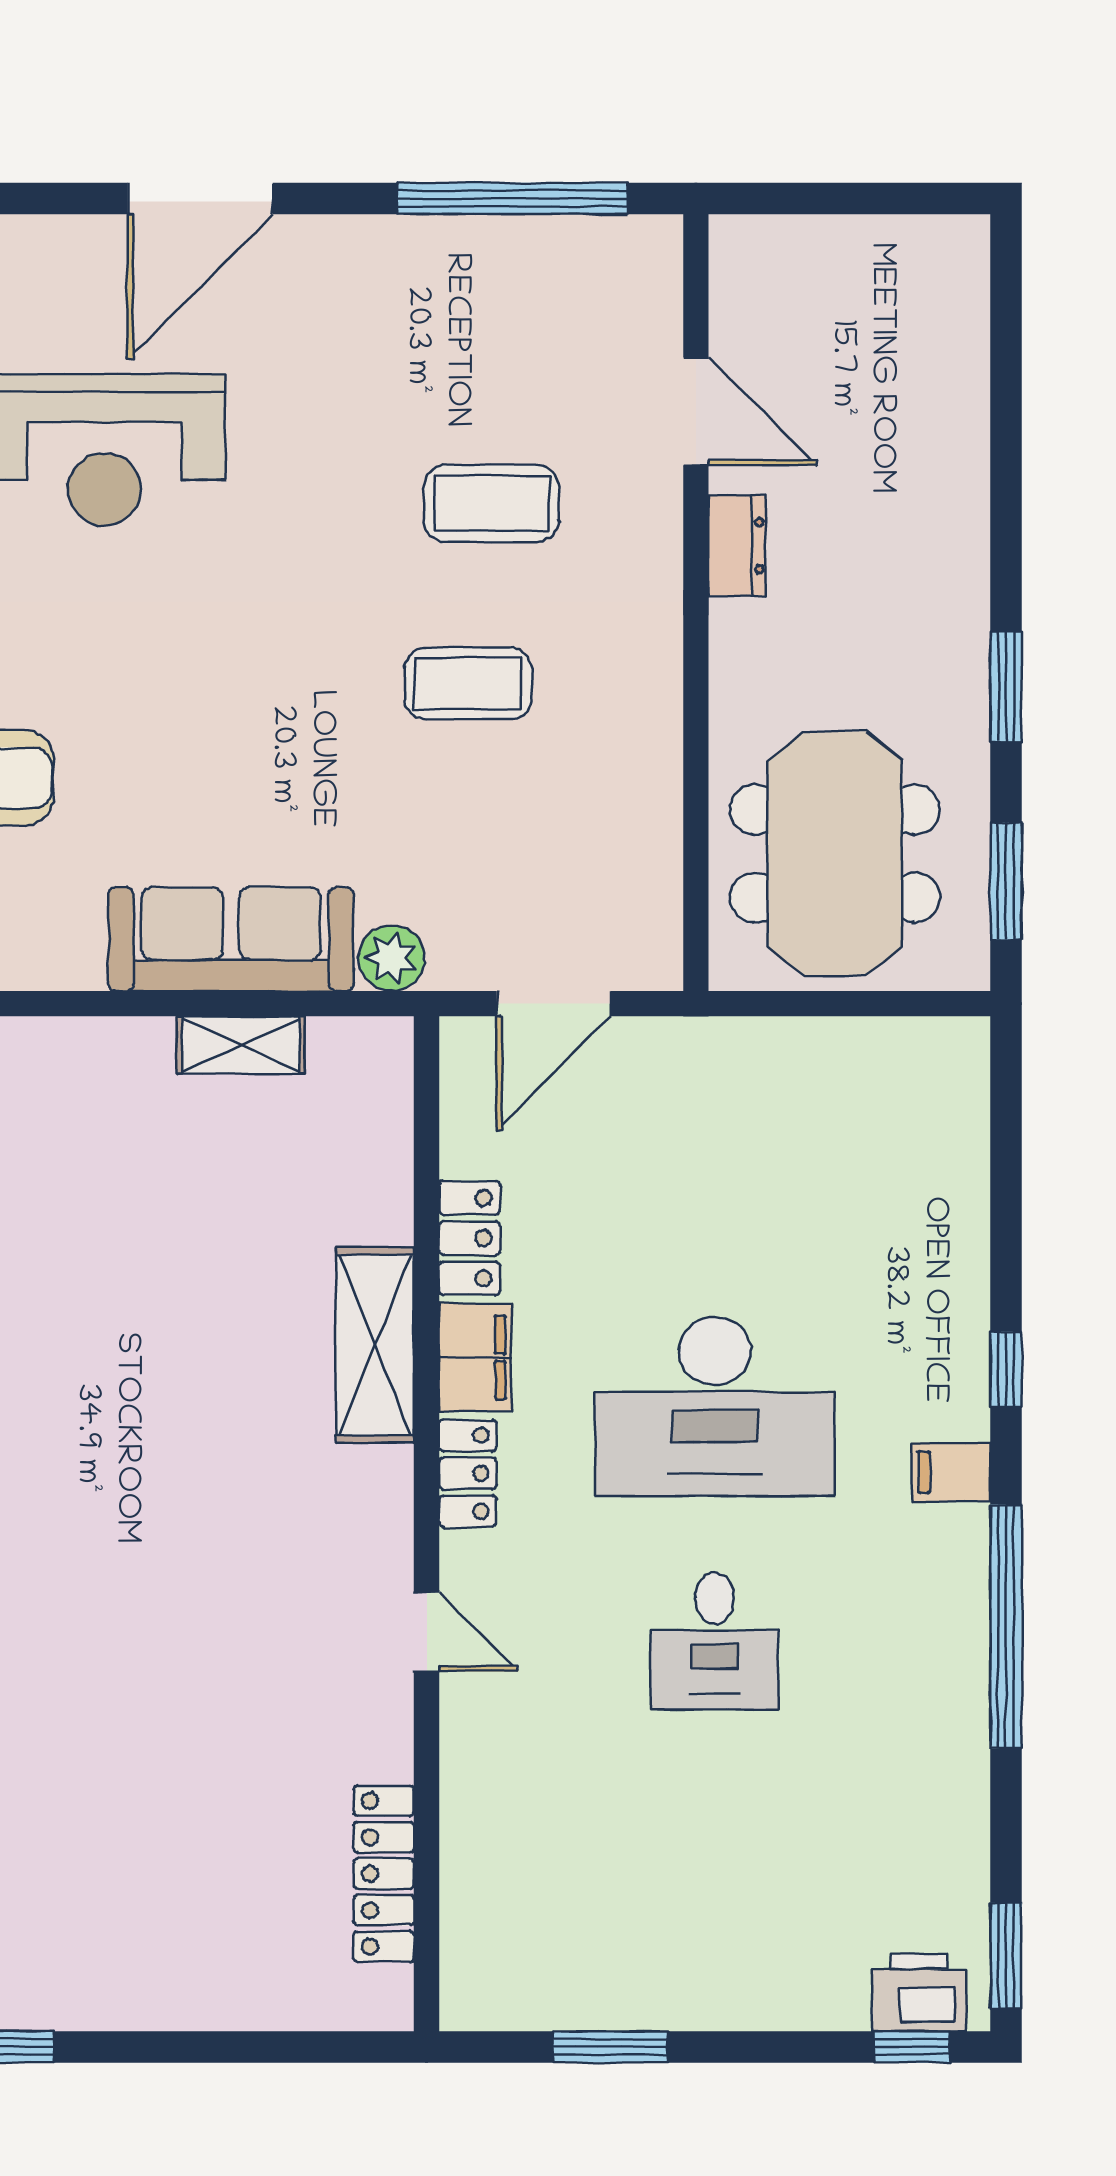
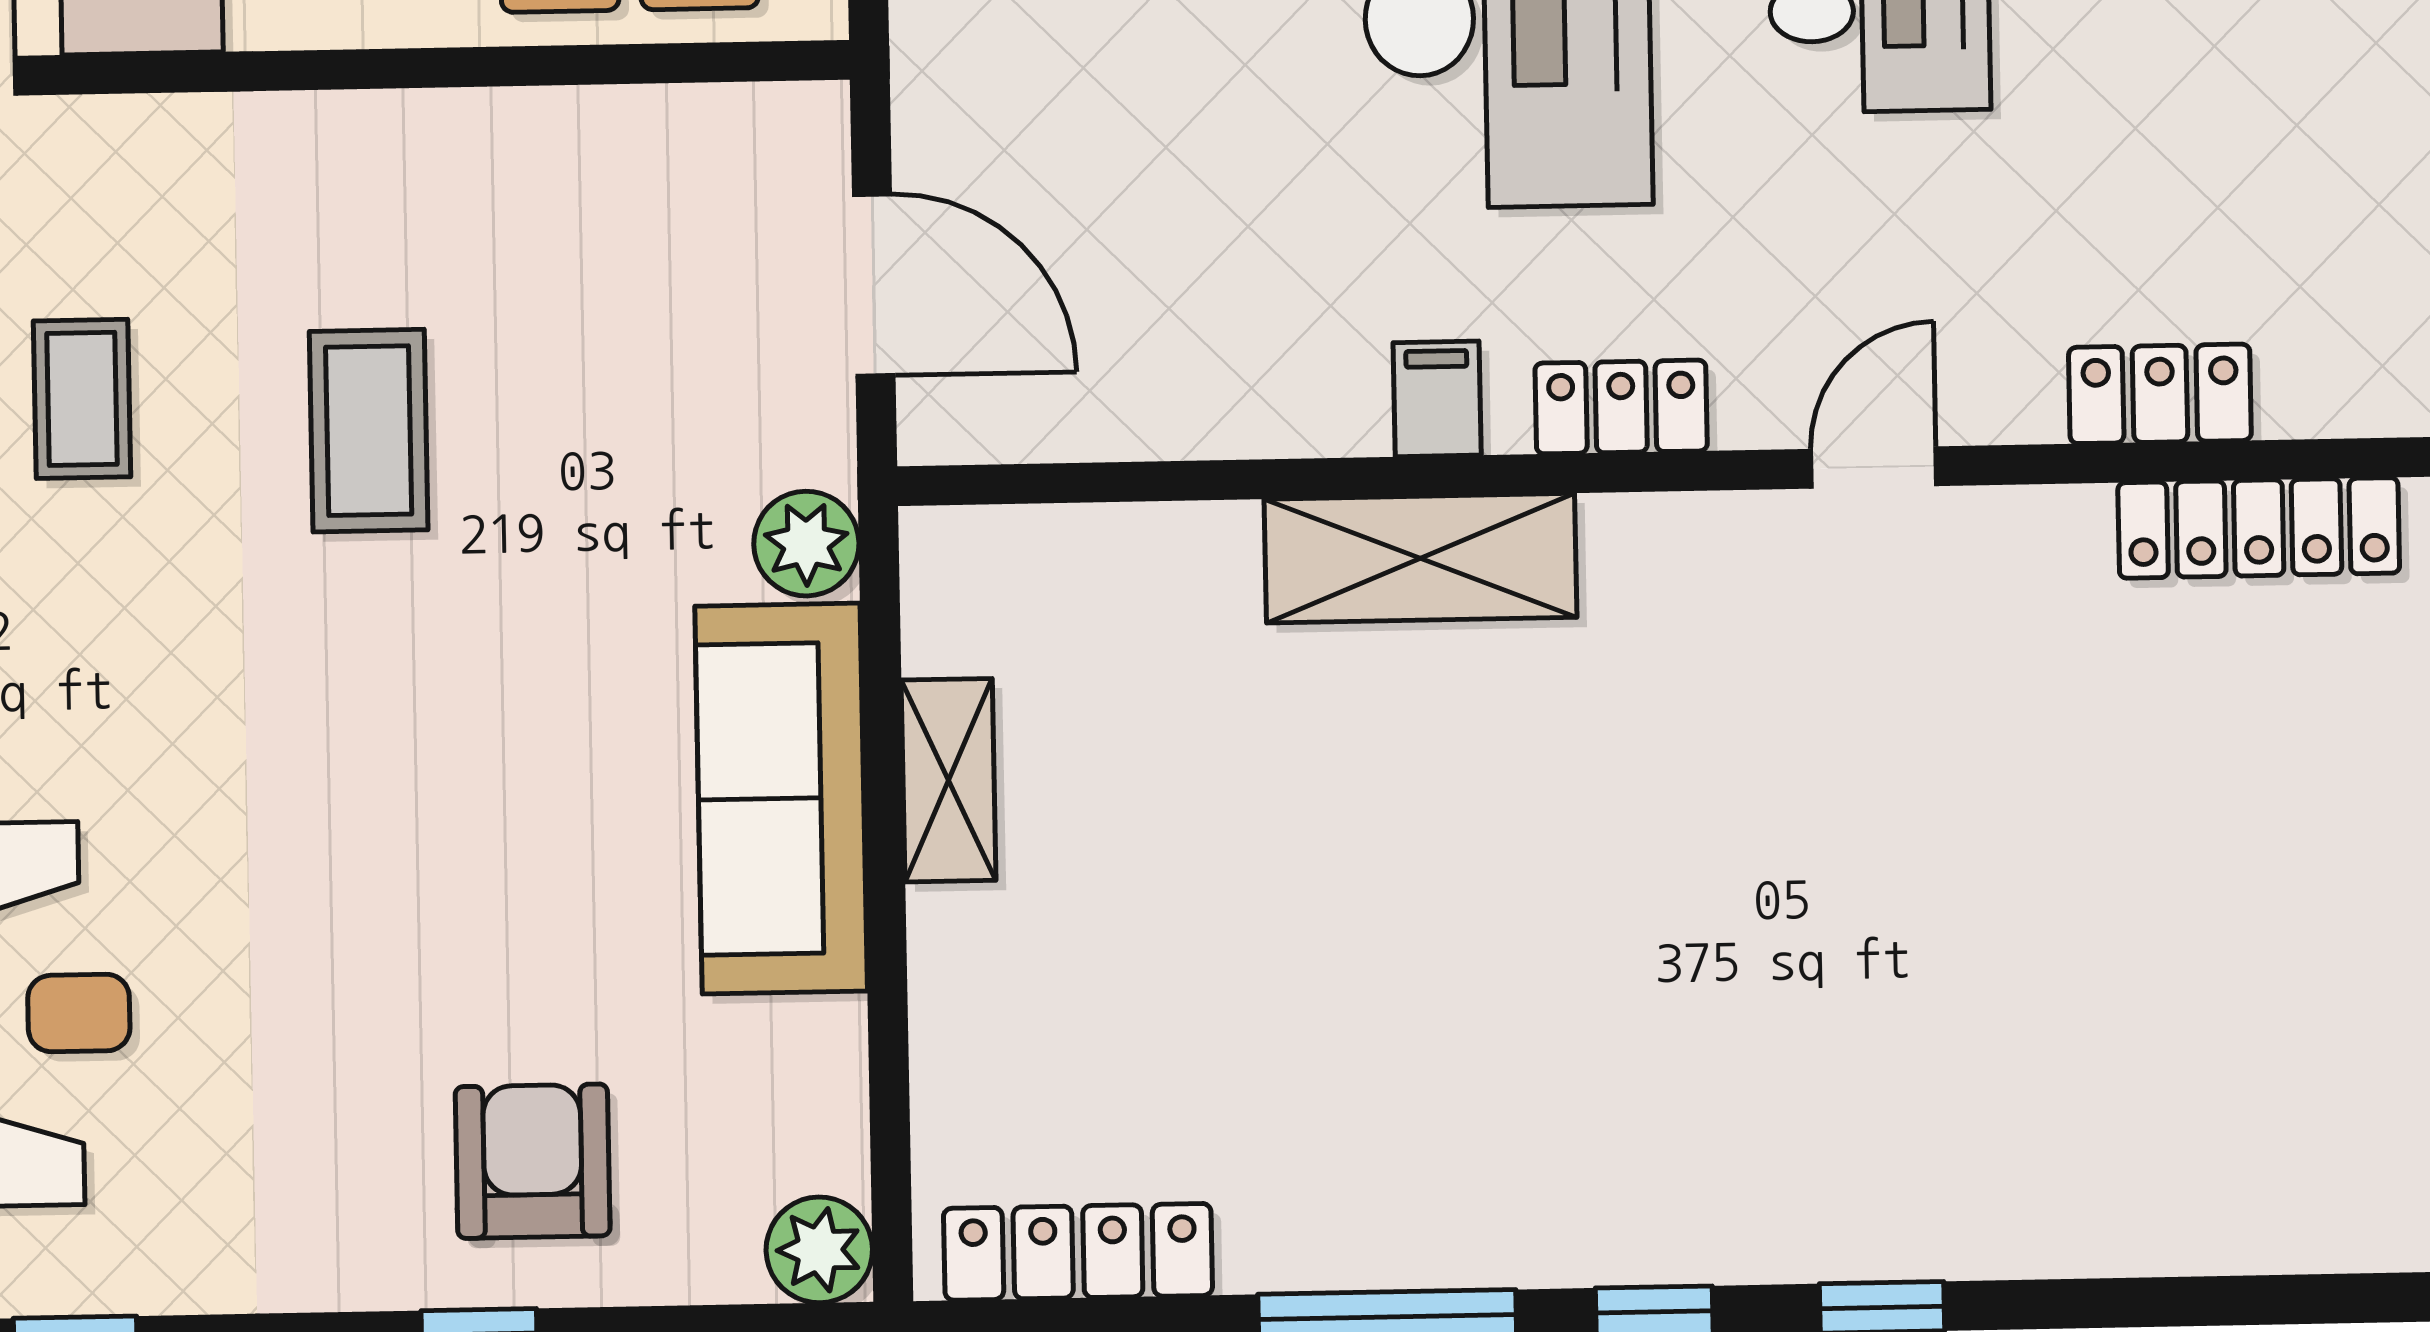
coffee table: (491, 503) -> (82, 399), width x0.73, depth x0.77
locker: (469, 1238) -> (2160, 394), moved
filing cabinet: (475, 1357) -> (1437, 399), width x0.50

